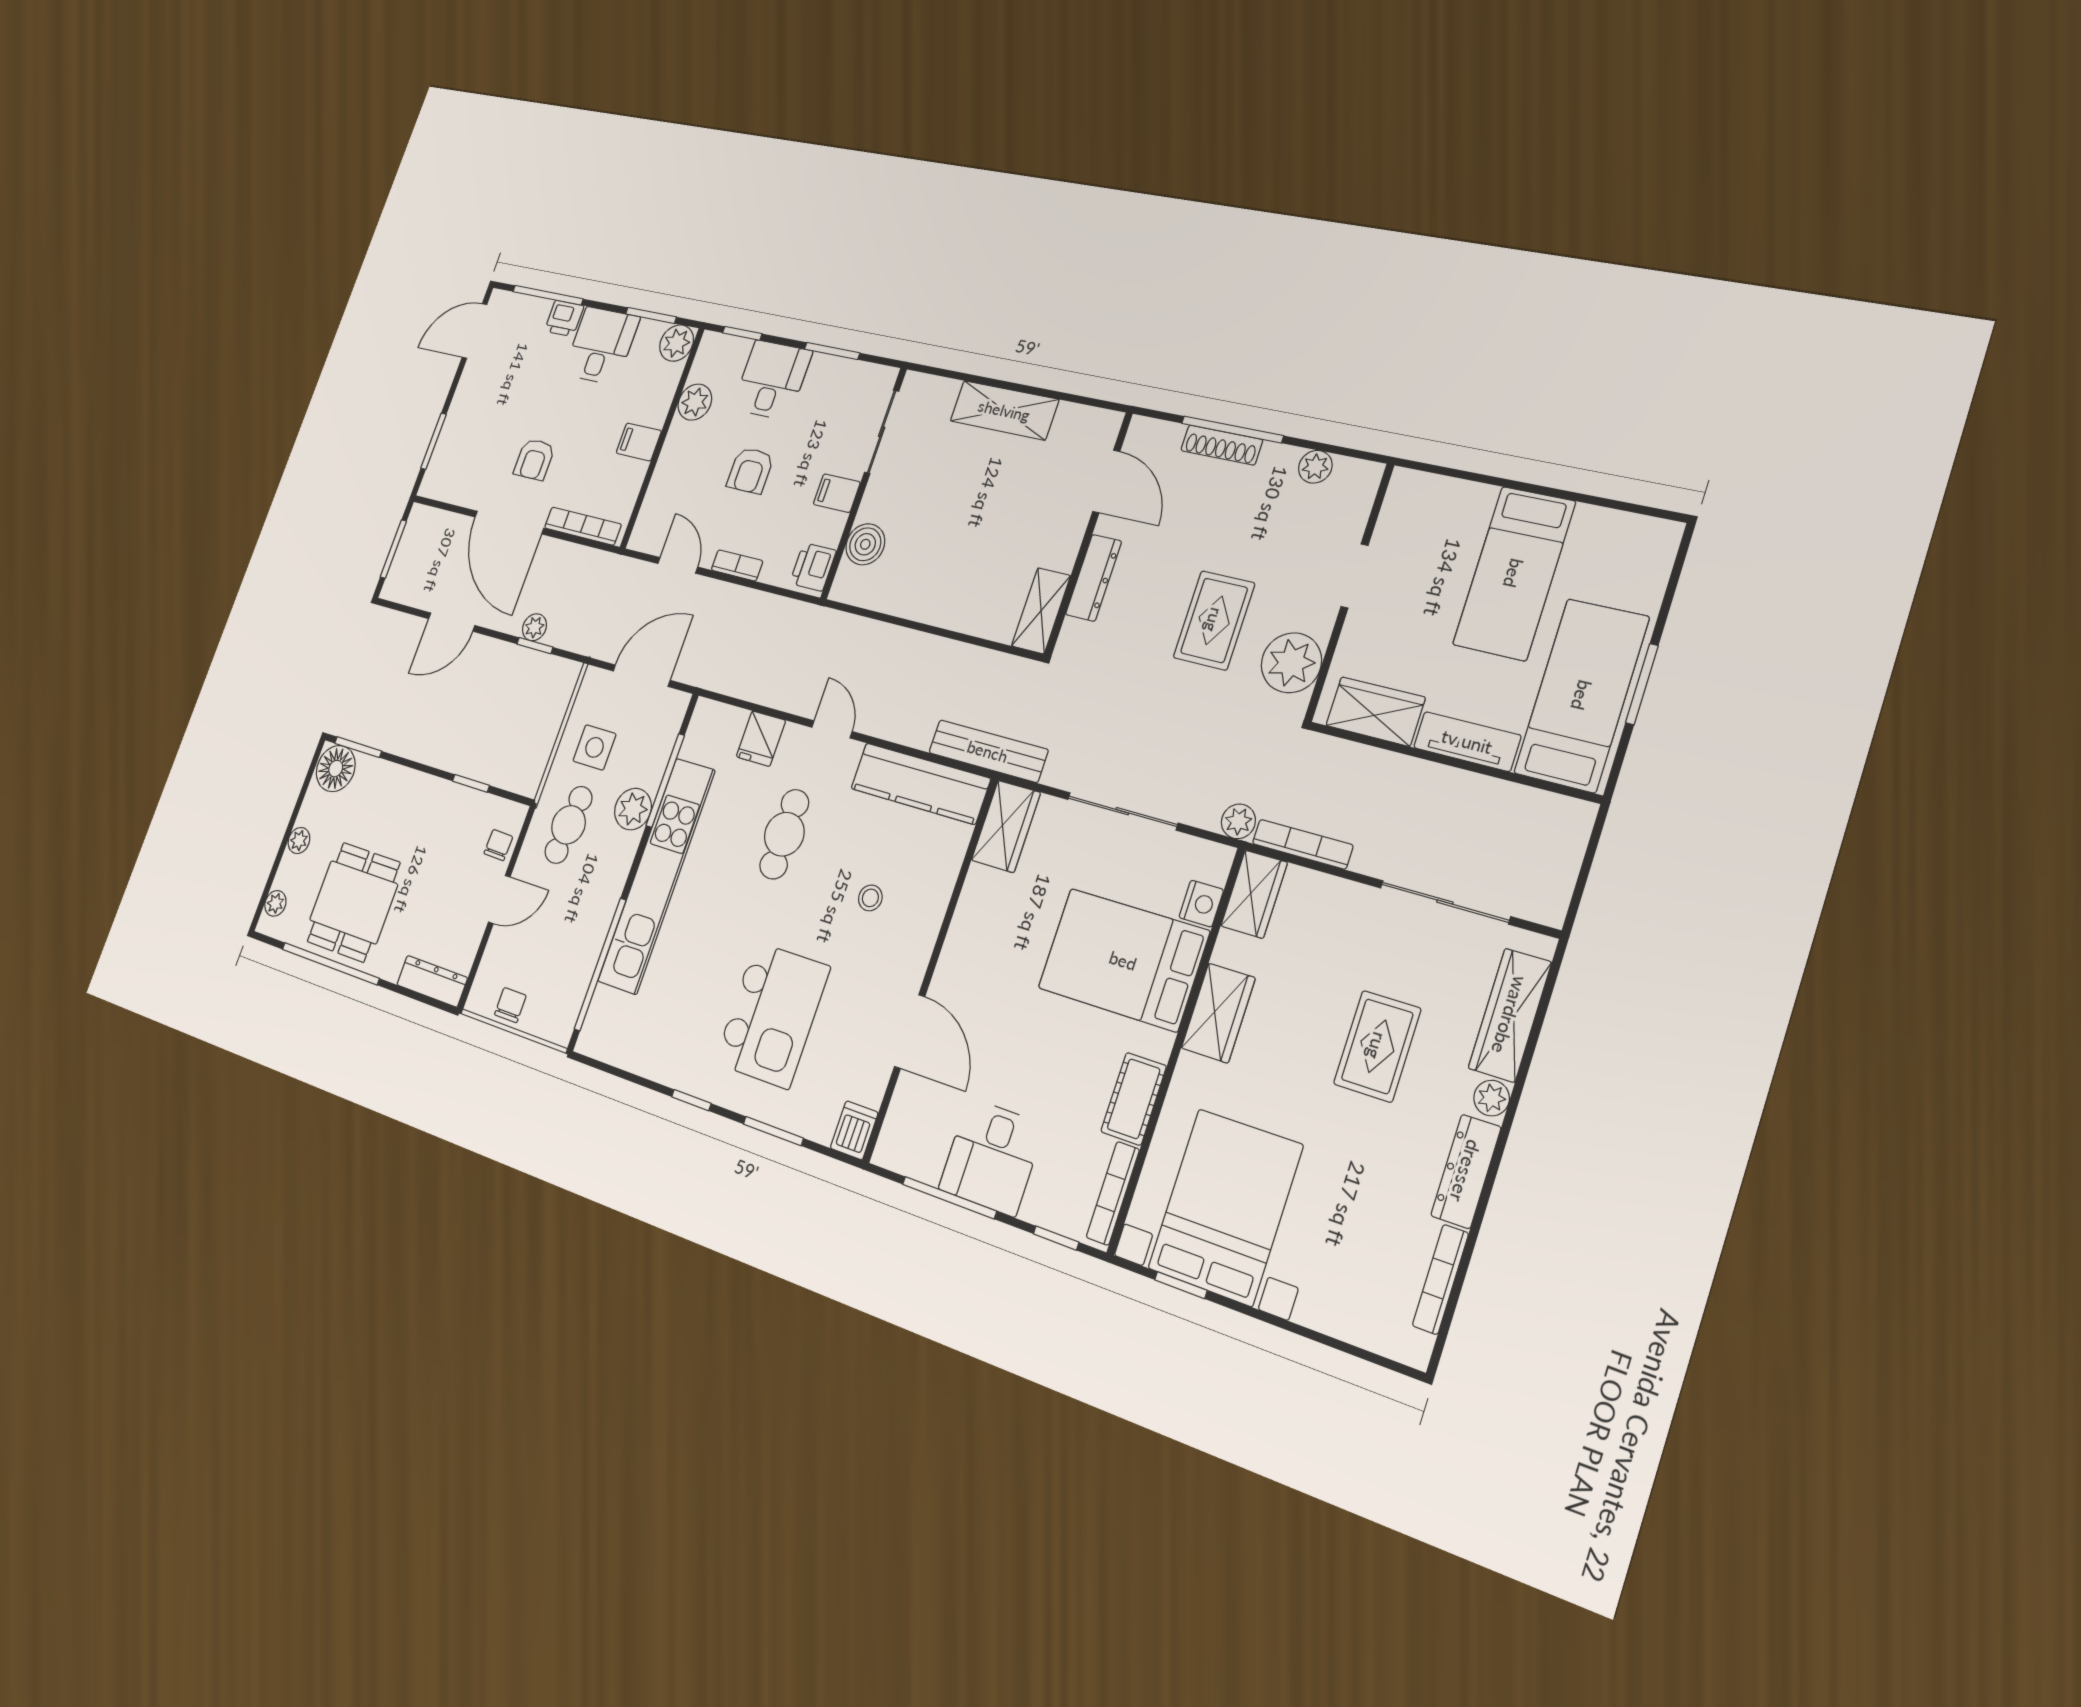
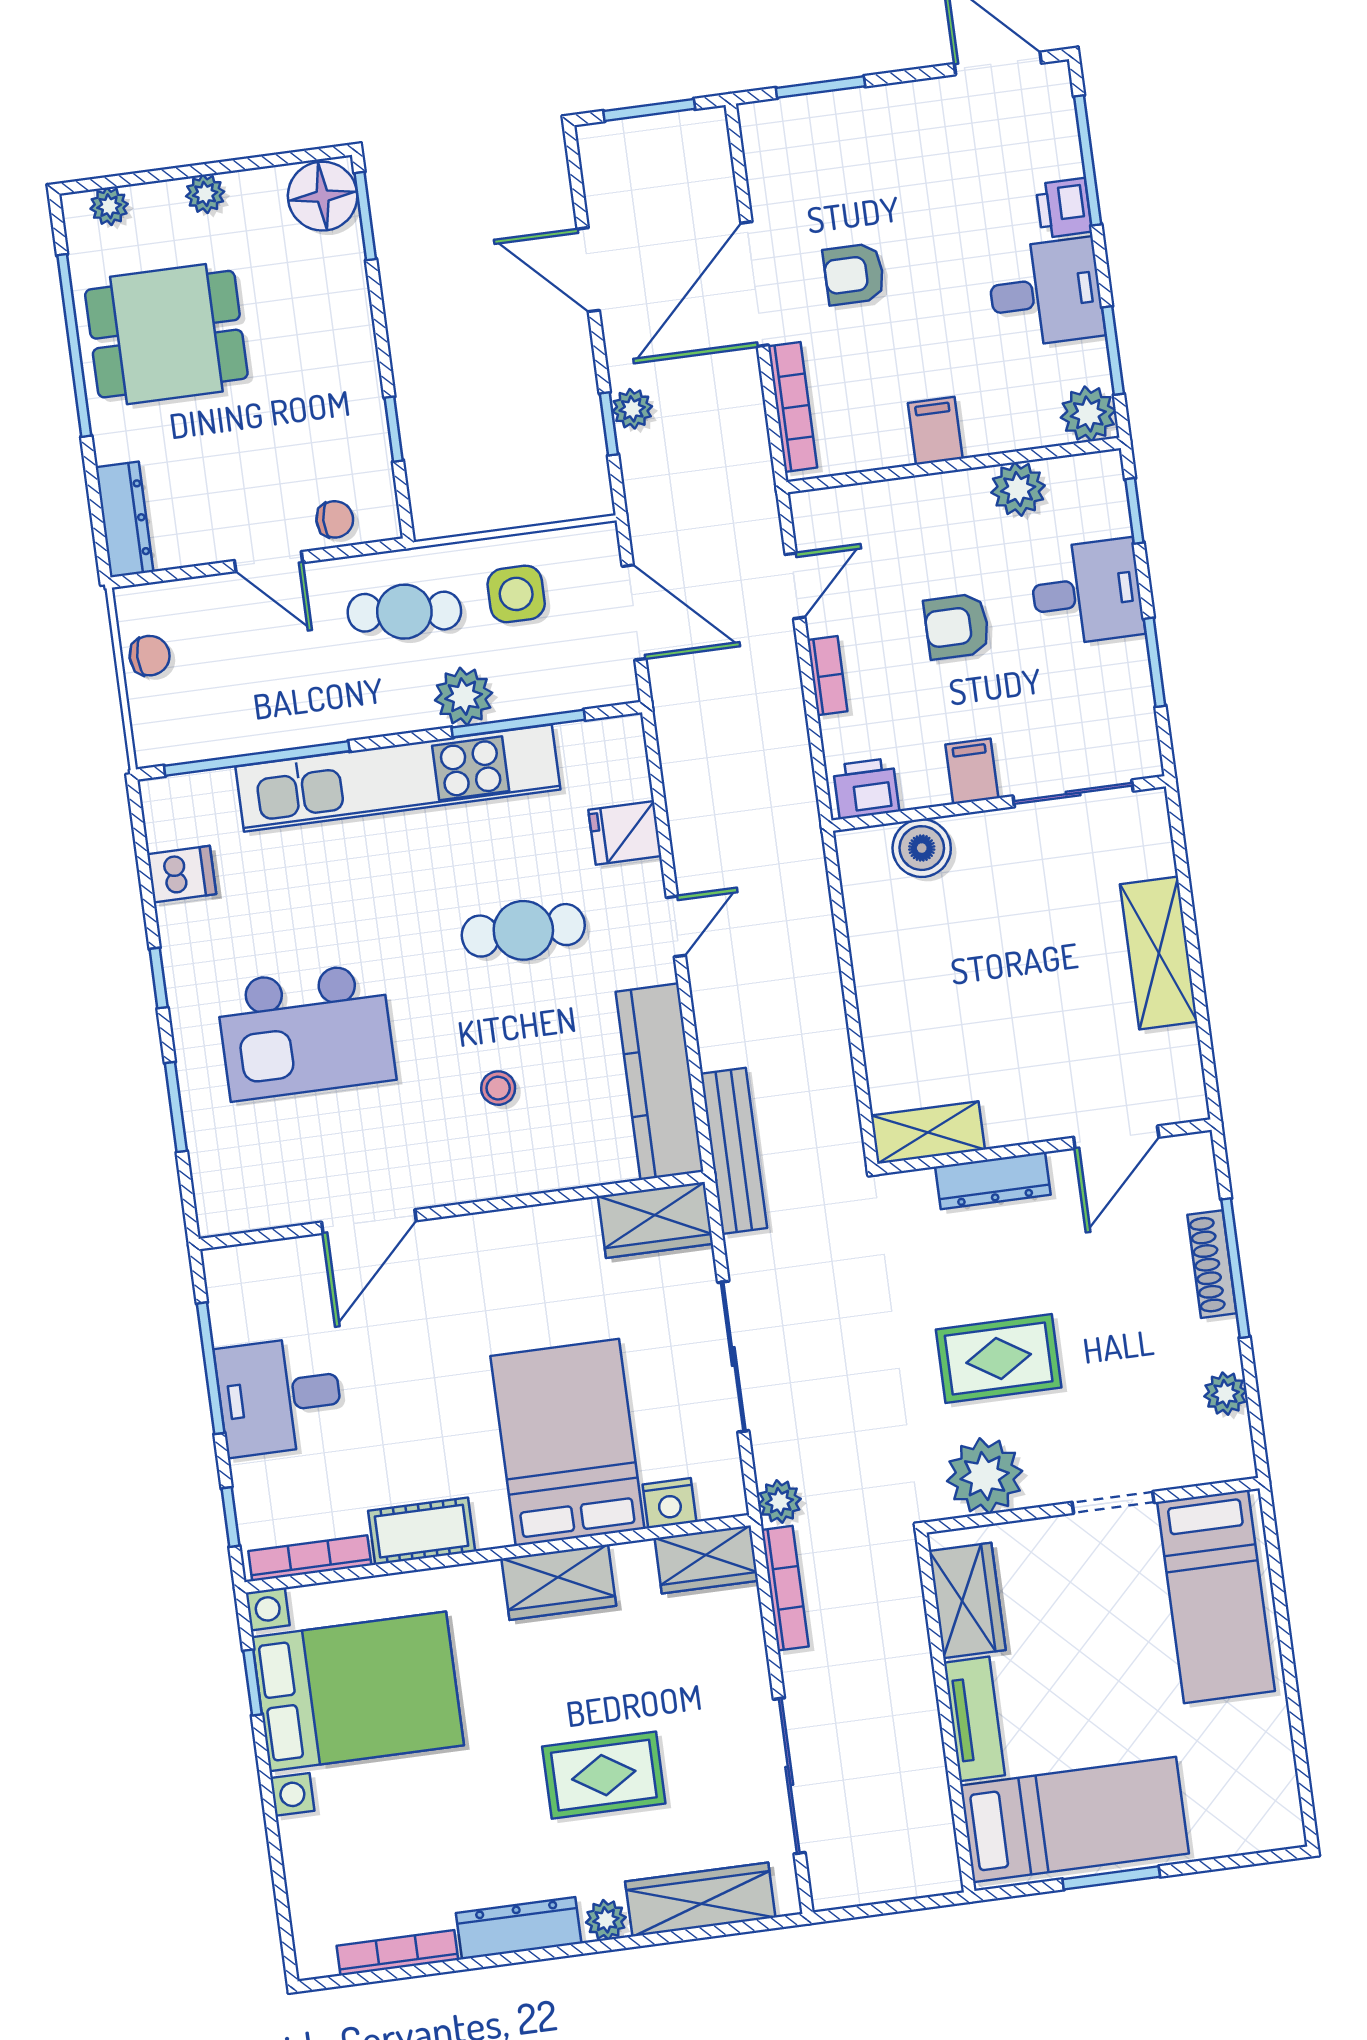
bed: (1514, 573) -> (1216, 1596), moved, turned -90
dishwasher: (854, 1130) -> (182, 874), moved

